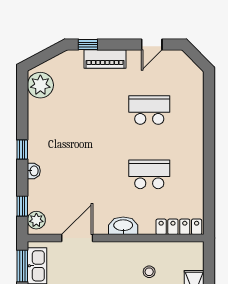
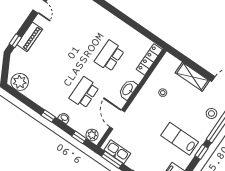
school desk: (149, 110) -> (84, 93), moved

